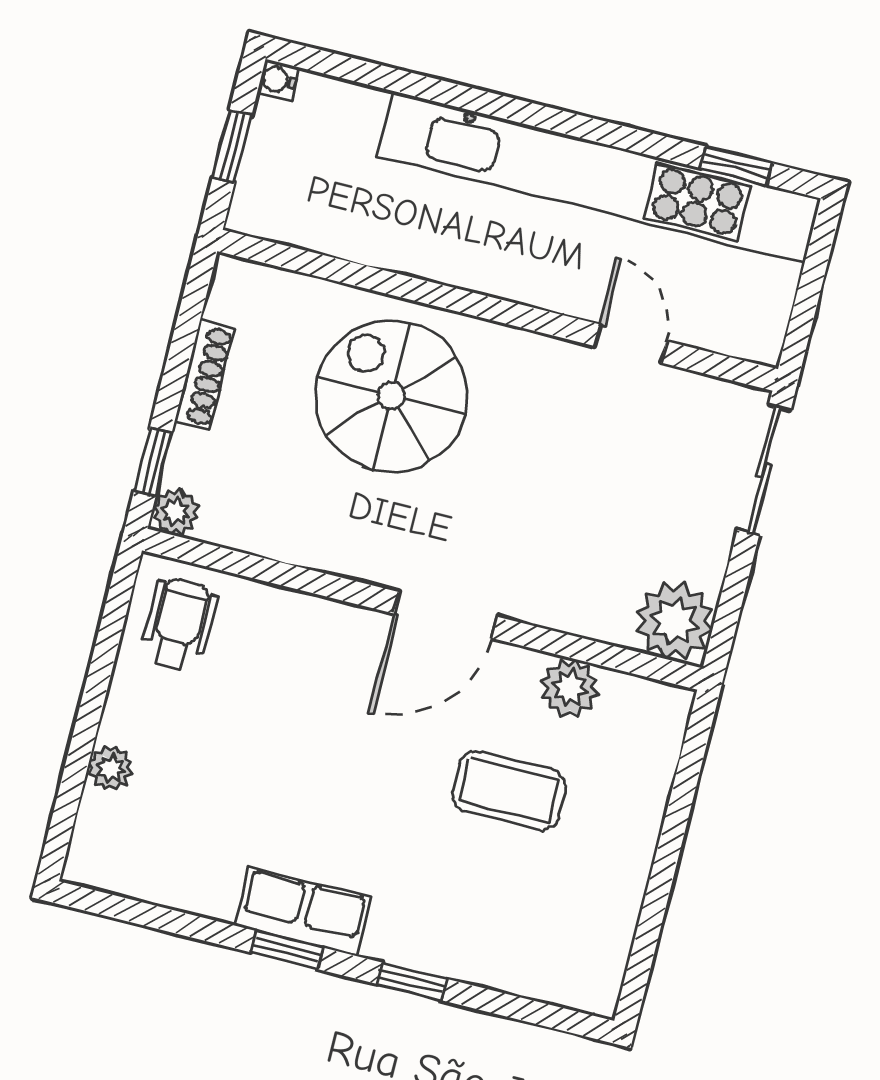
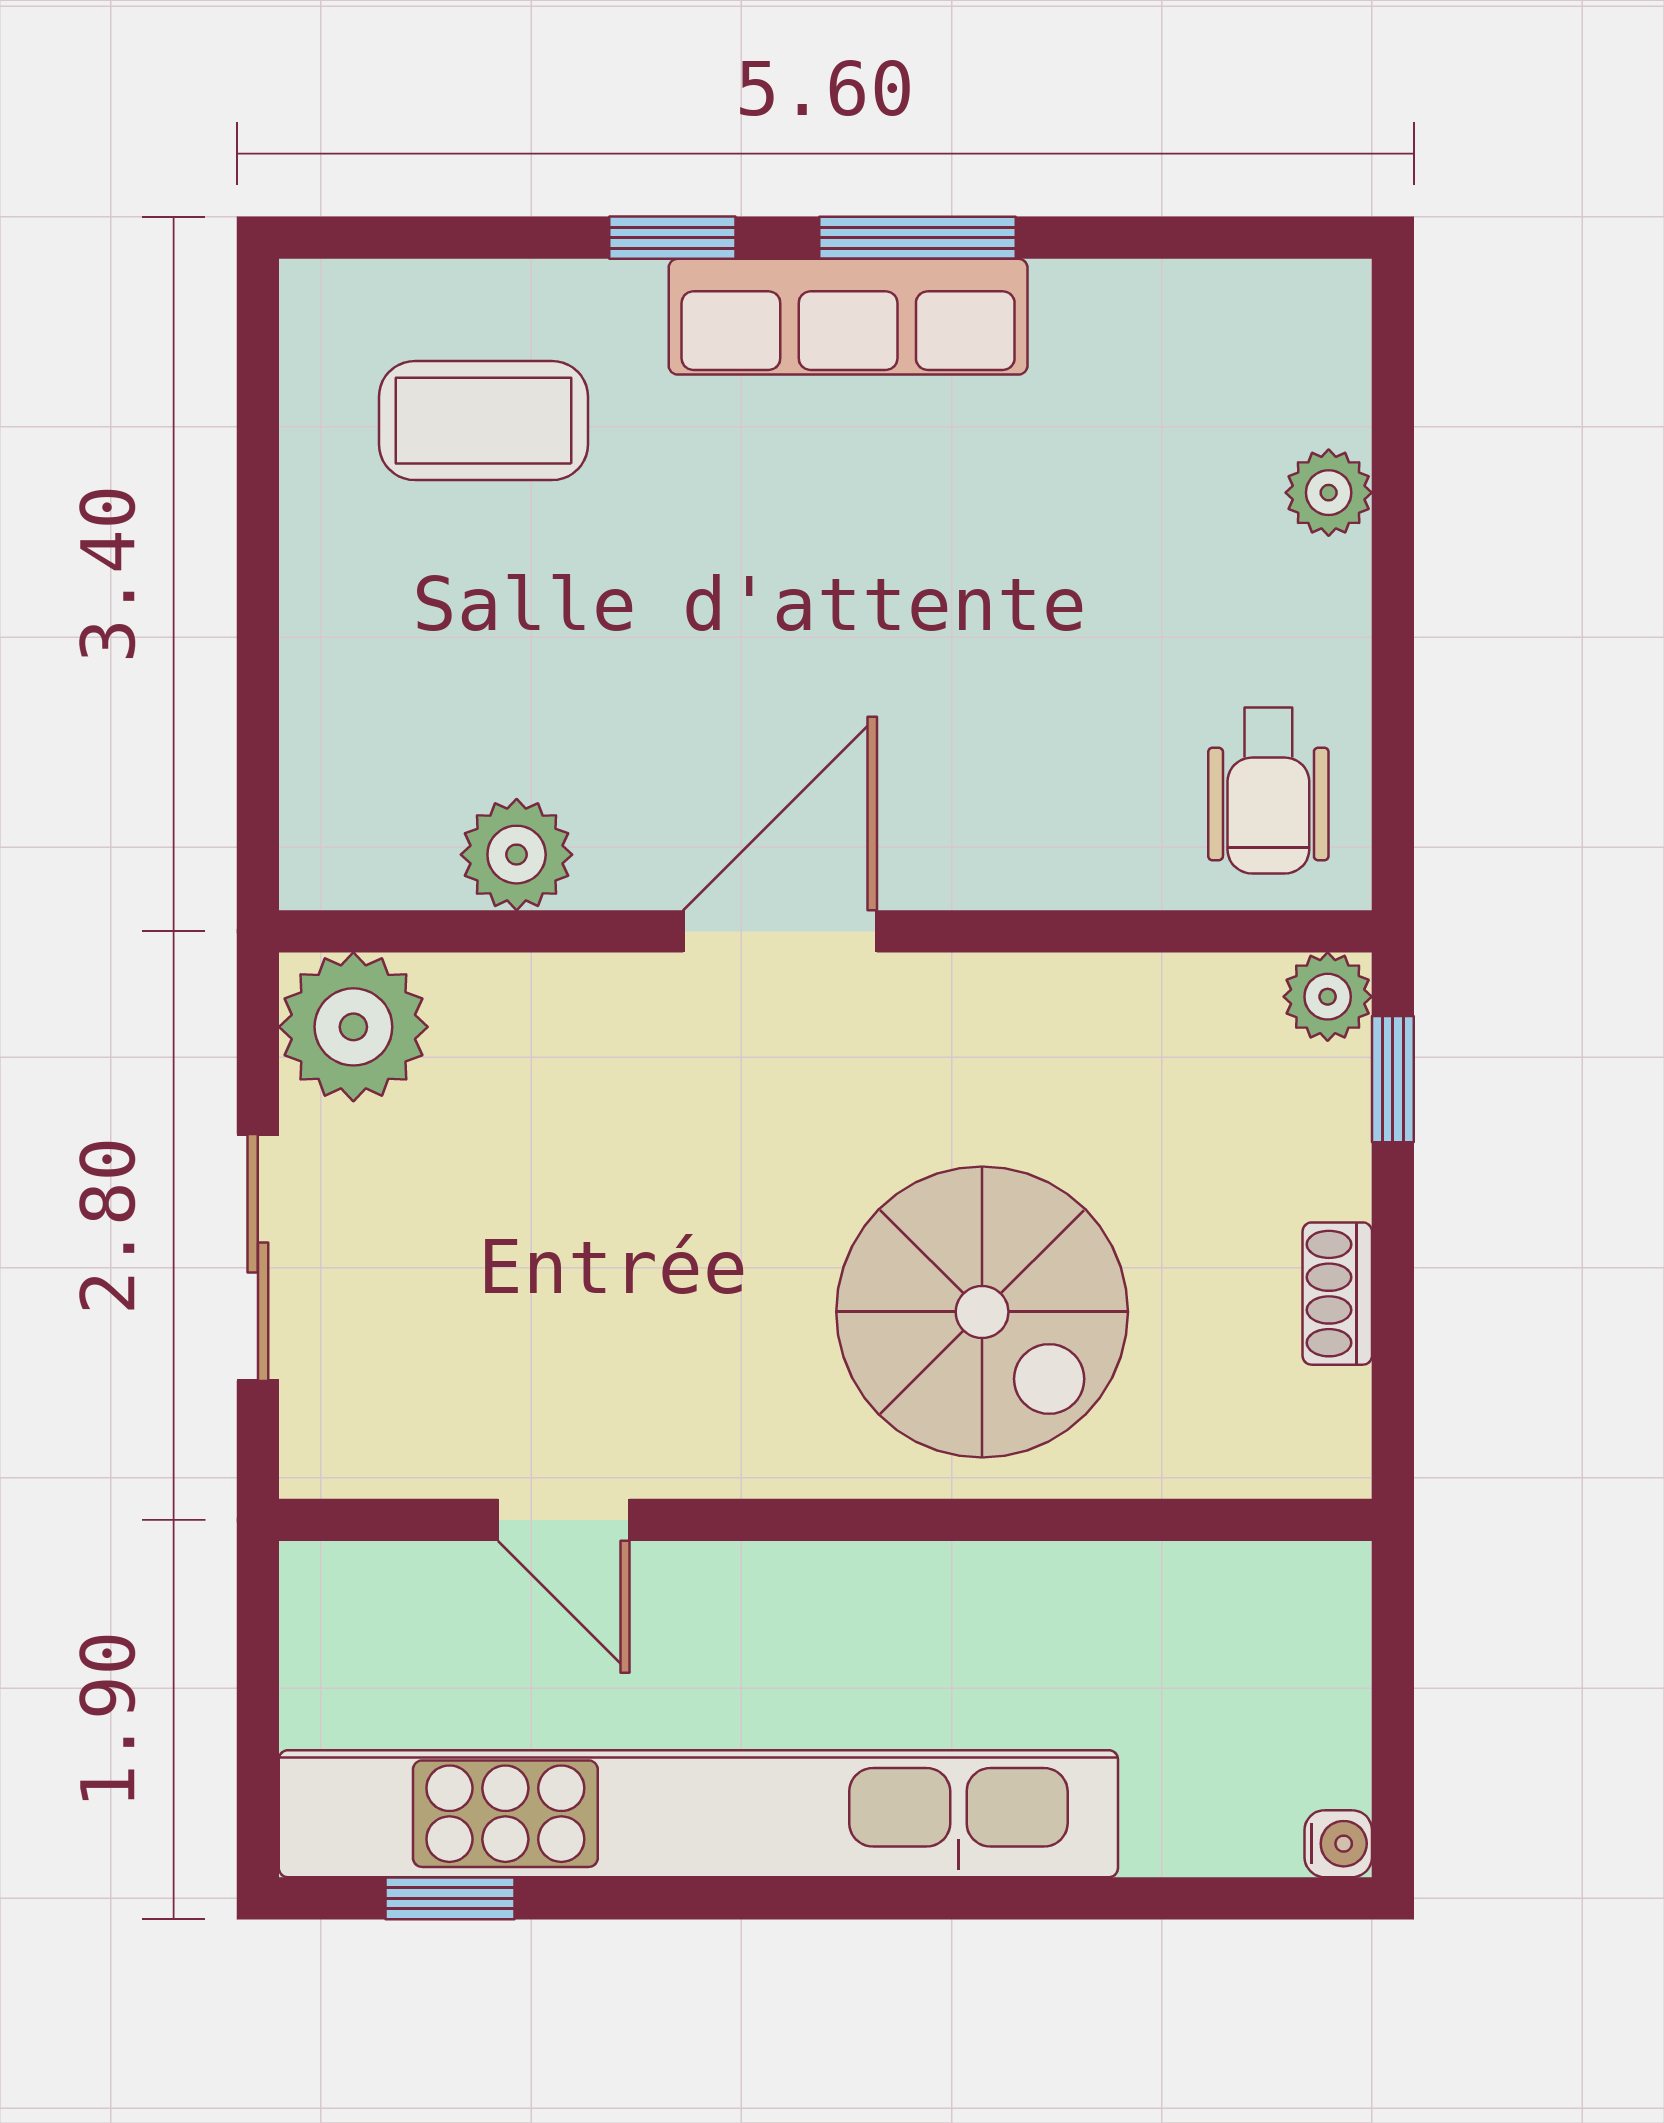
window: (232, 146) -> (1393, 1699), removed
shoe rack: (205, 375) -> (1337, 1294), width x0.70
sliding door: (764, 470) -> (258, 1258), moved
coffee table: (509, 791) -> (483, 421), moved
row of seats: (303, 911) -> (848, 317), width x1.48
window: (287, 950) -> (918, 238), width x1.50

